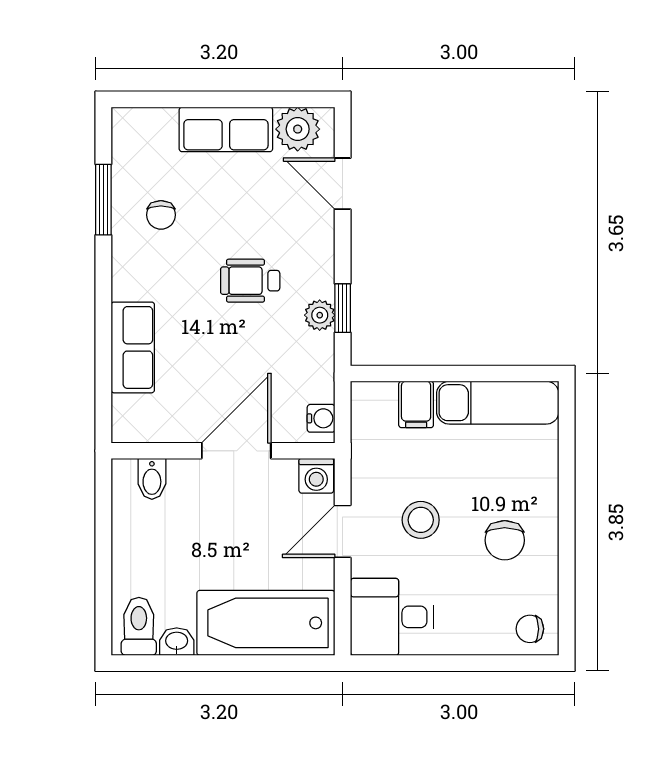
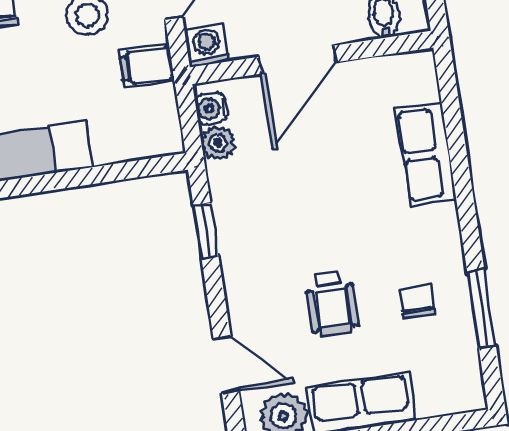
wheelchair: (250, 281) -> (332, 303), moved, turned 90
plant: (320, 315) -> (218, 143), moved
filing cabinet: (416, 404) -> (147, 66), moved, turned -90

